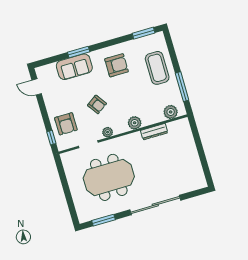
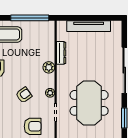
window: (182, 87) -> (30, 18), width x1.46
plant: (171, 112) -> (48, 34), removed
tv unit: (192, 153) -> (89, 26), added

